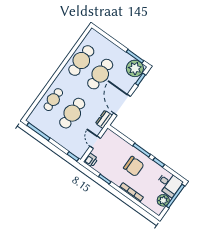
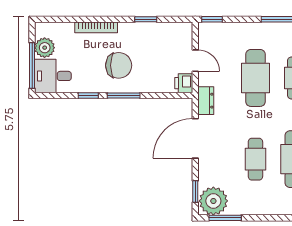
cafe table: (100, 74) -> (255, 159), width x0.73, depth x0.74
door: (122, 105) -> (195, 138), swing flipped
printer: (91, 160) -> (184, 83), moved
chair: (134, 166) -> (119, 65), turned 180

